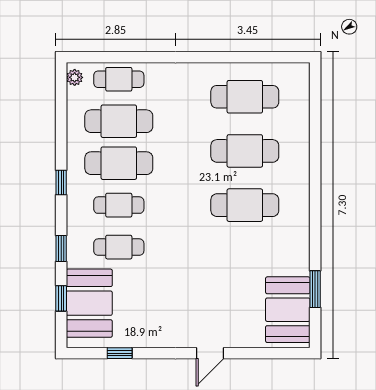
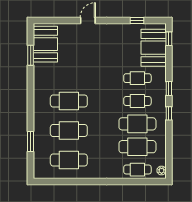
window: (315, 131) -> (31, 142), added
window: (61, 248) -> (169, 88), moved
window: (61, 298) -> (169, 39), moved

